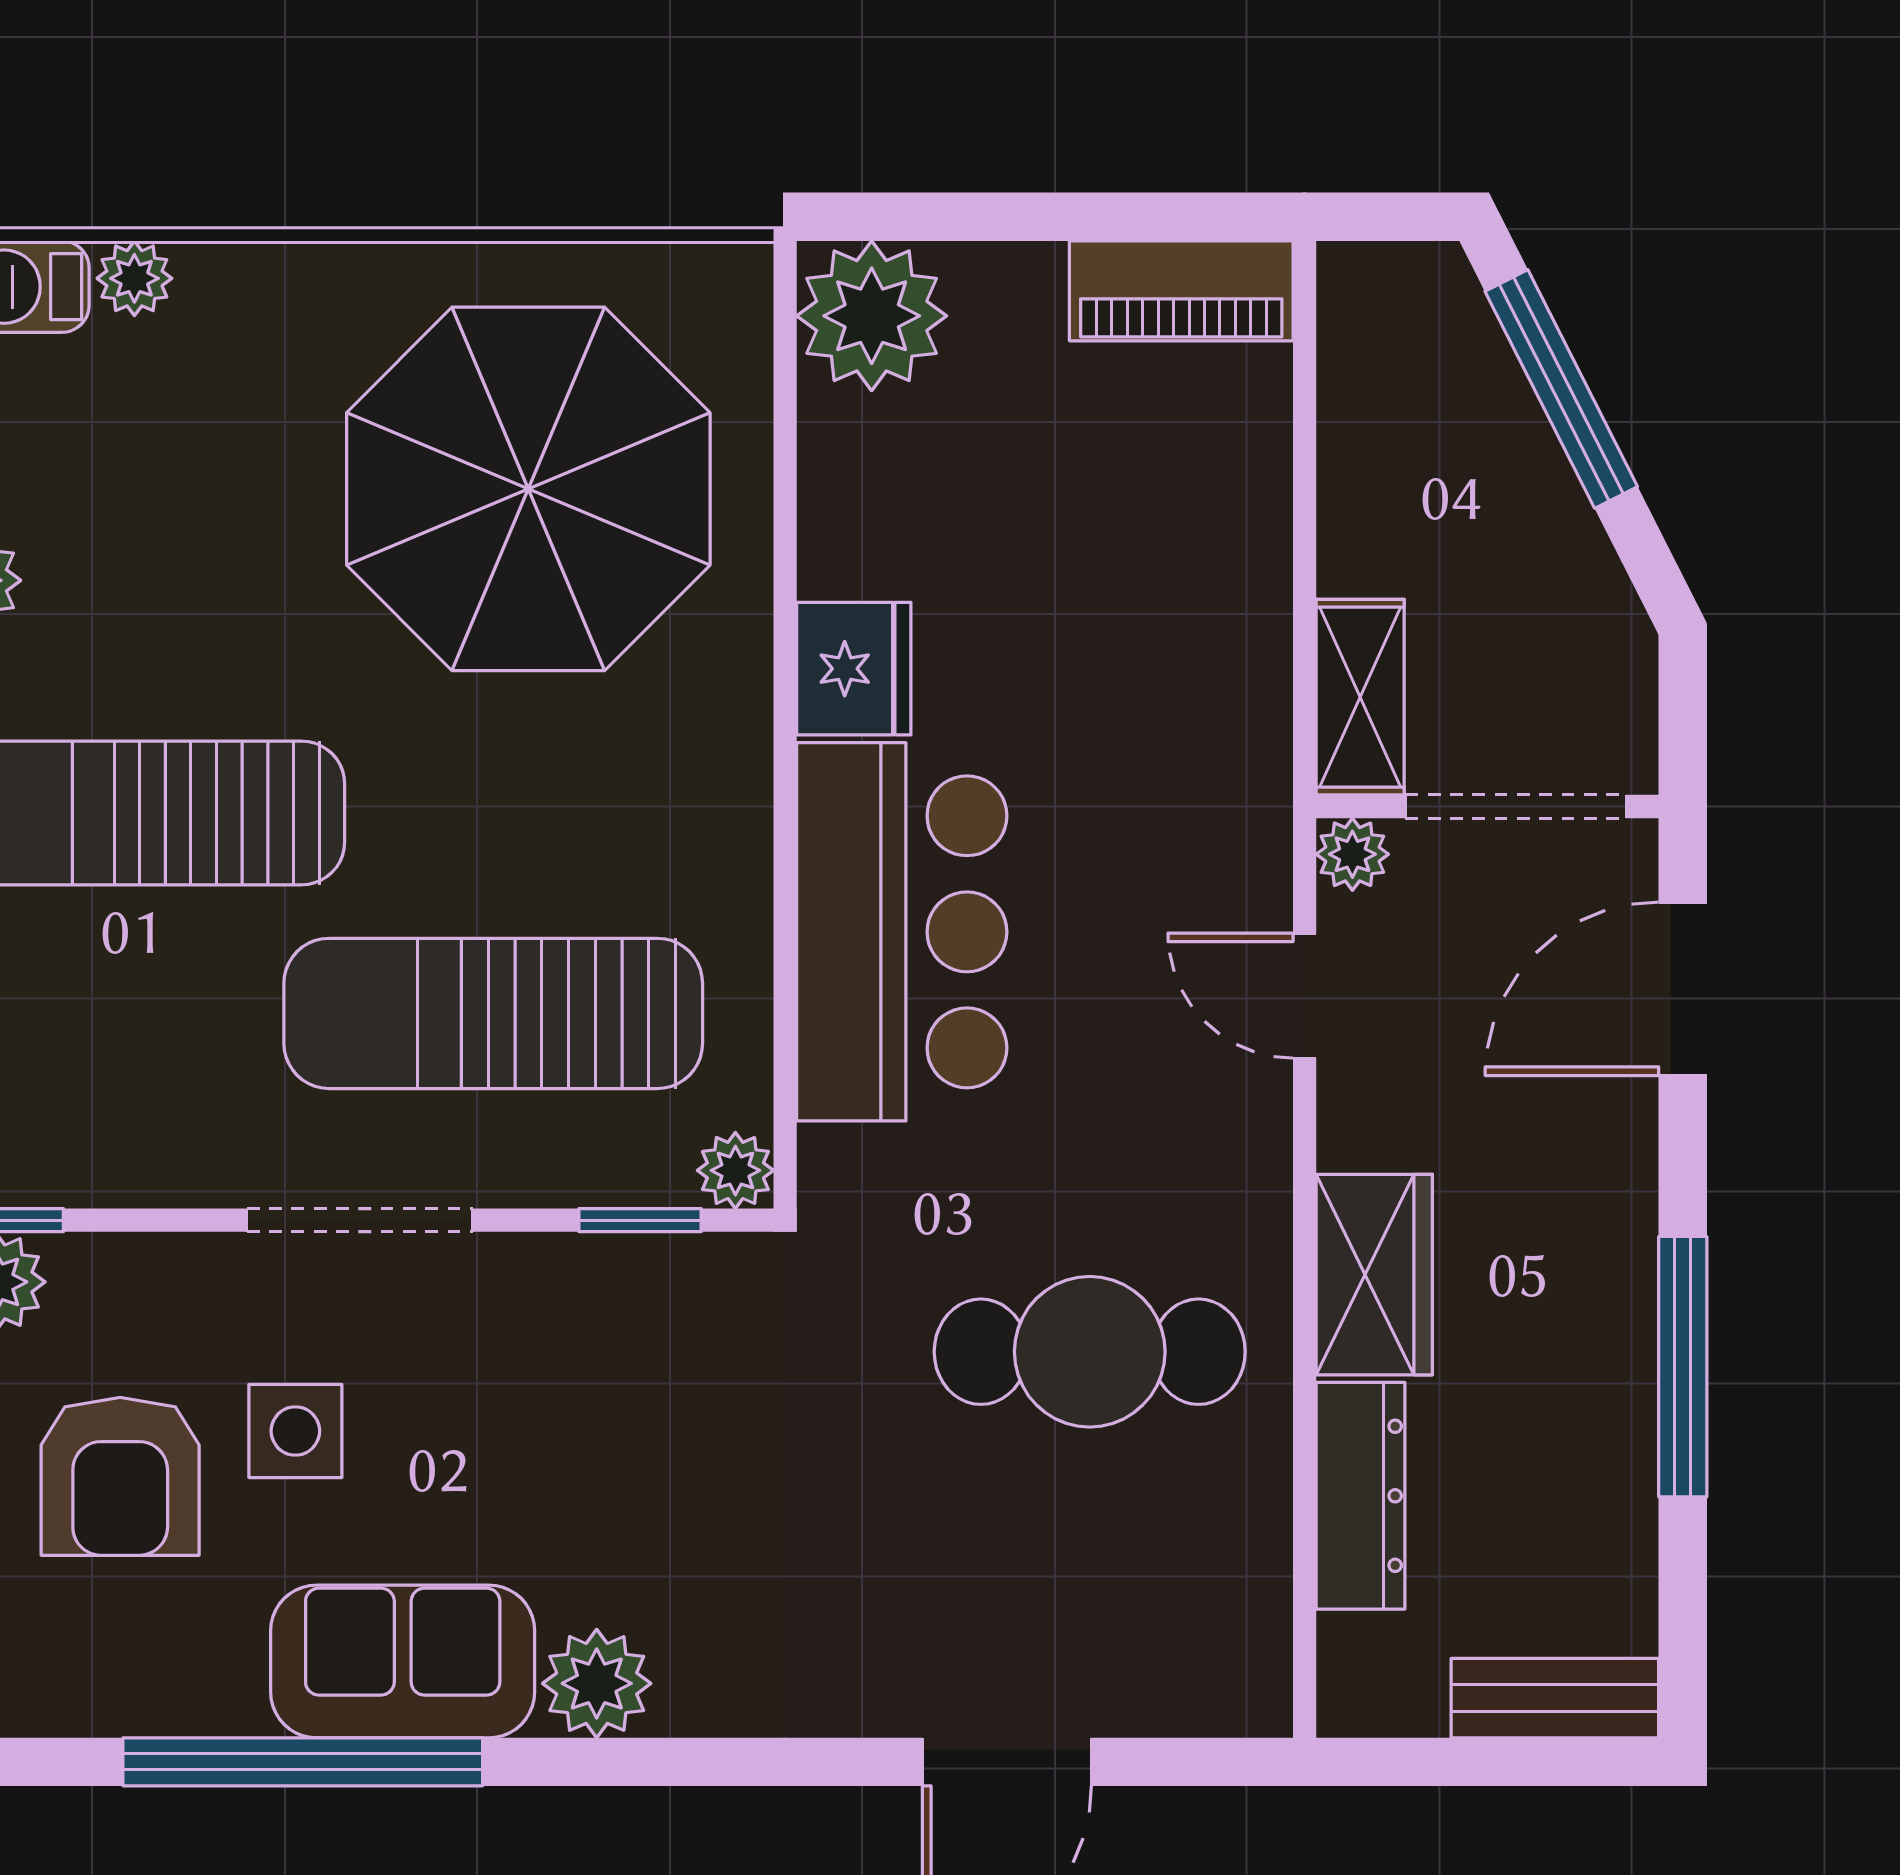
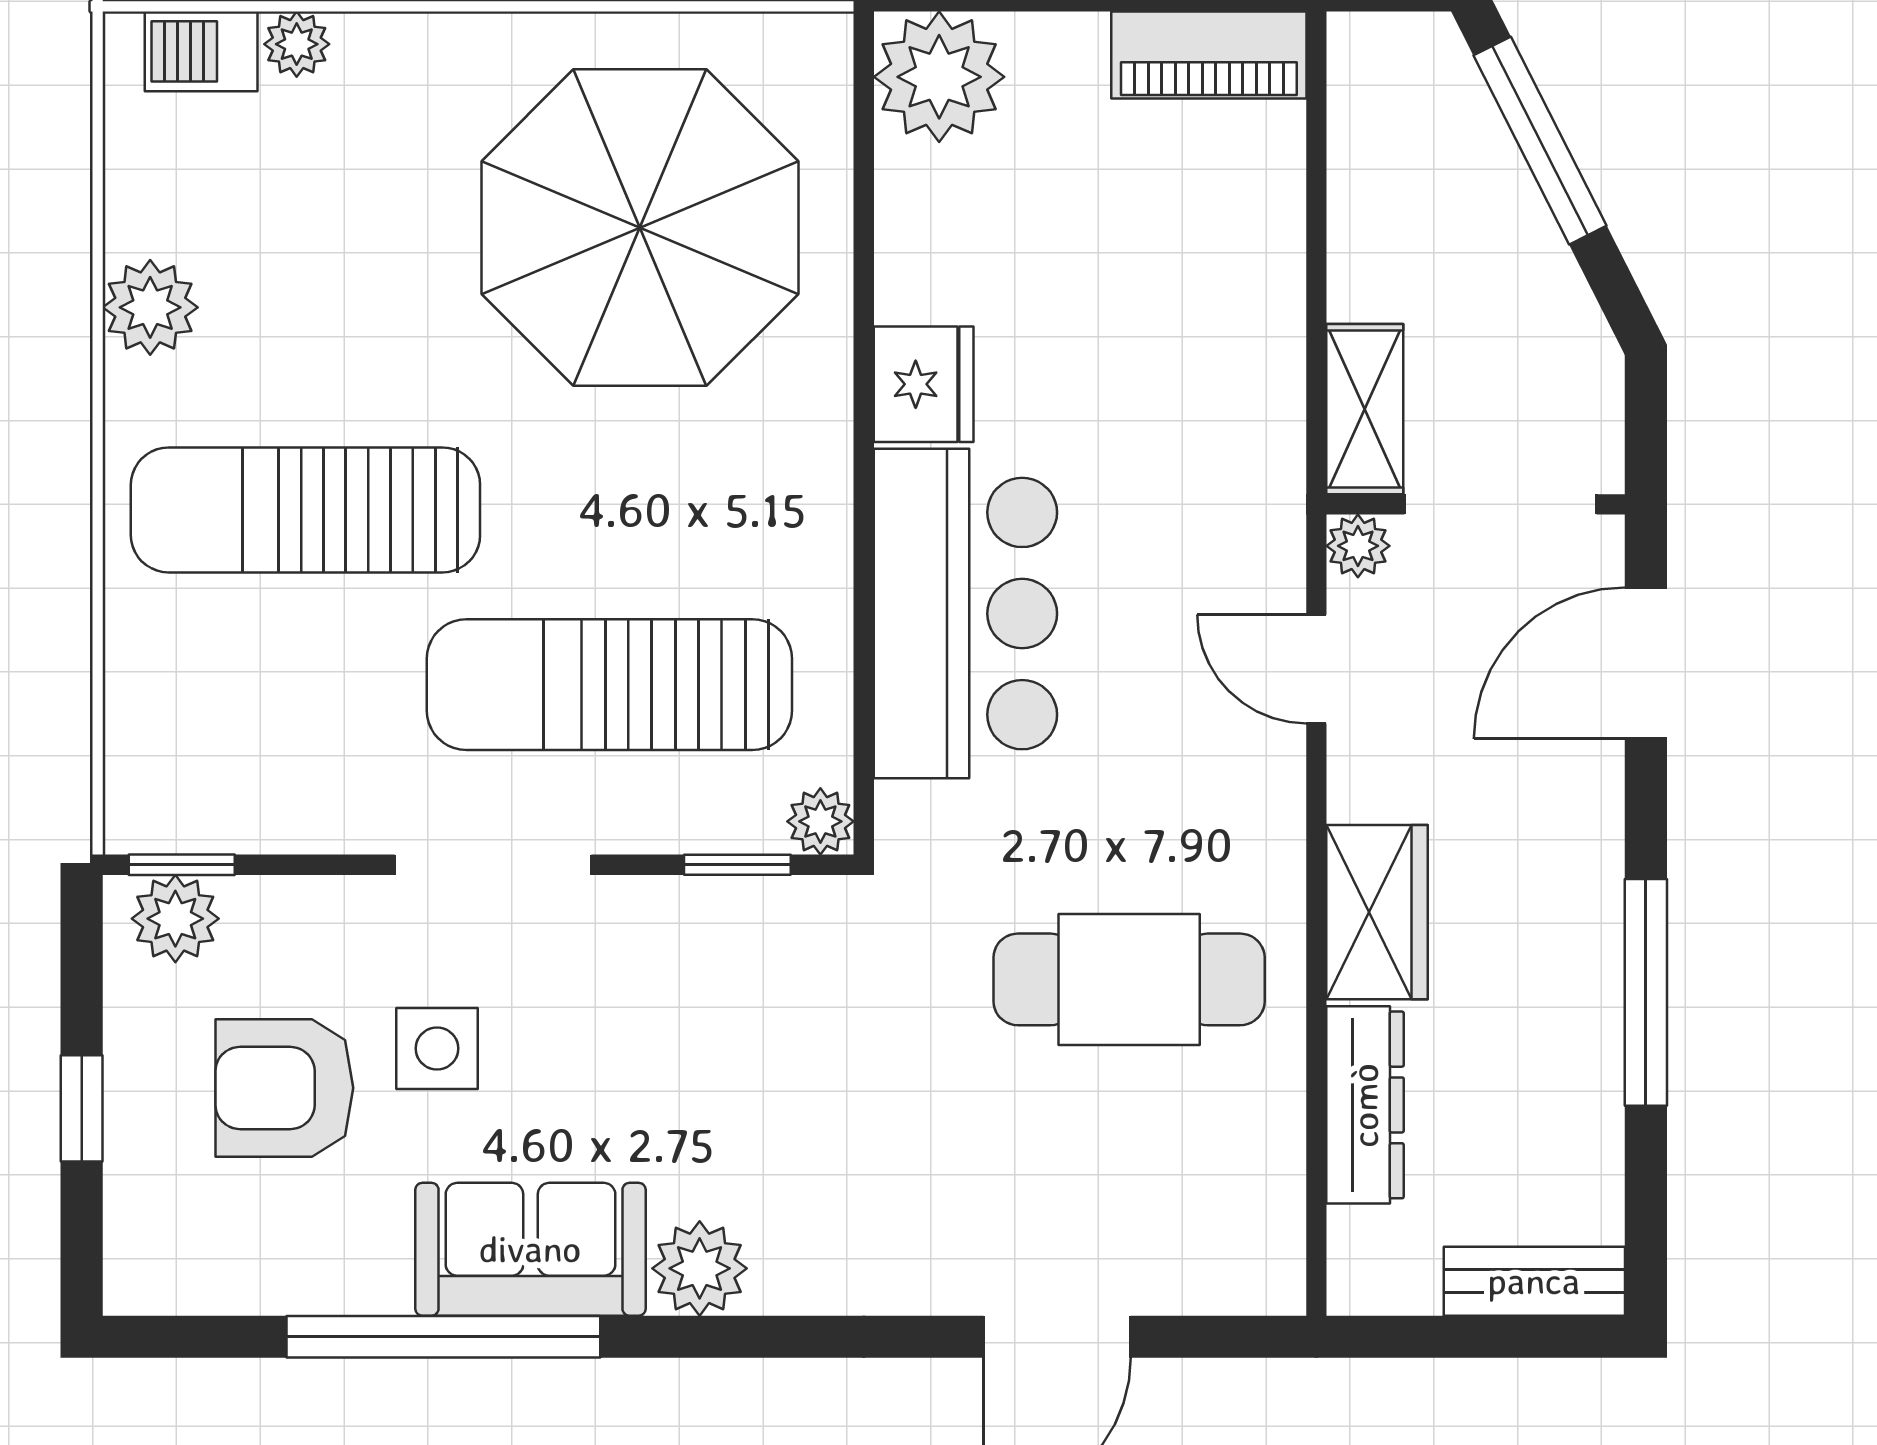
armchair: (120, 1476) -> (284, 1088), turned 90

